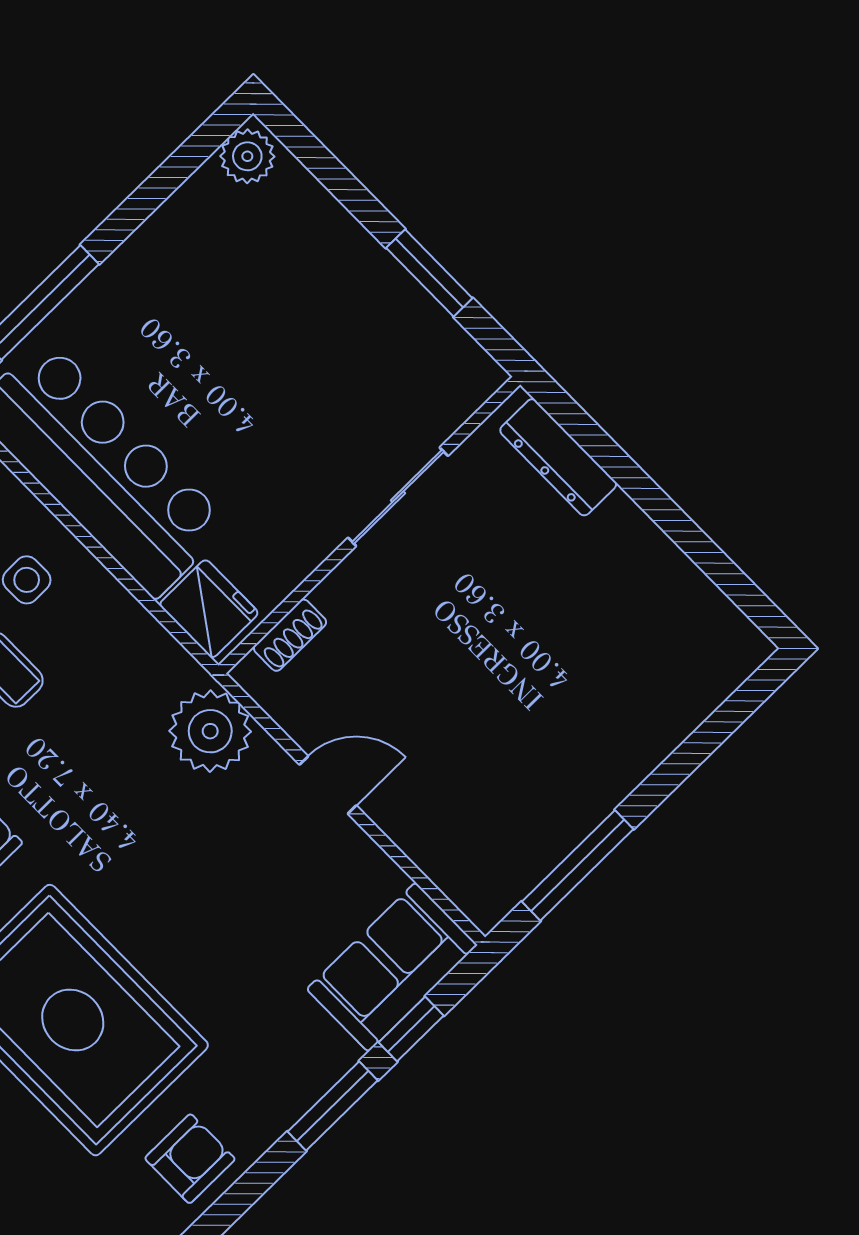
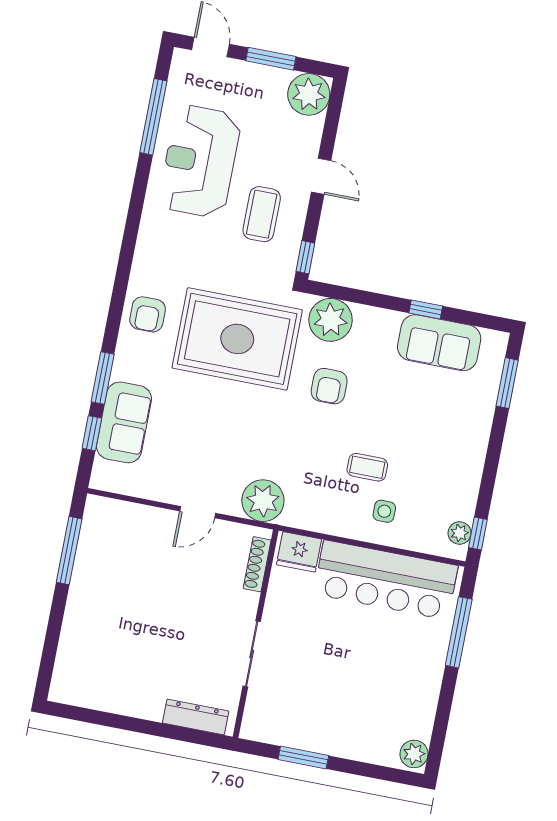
shoe rack: (290, 635) -> (257, 564), width x1.43
sofa: (392, 967) -> (124, 422), moved

